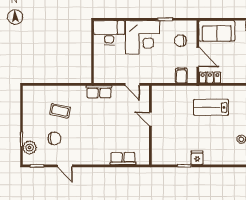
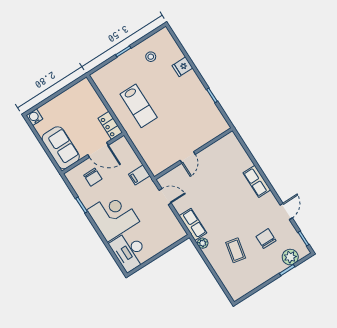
door: (198, 57) -> (98, 150), swing flipped
filing cabinet: (181, 76) -> (139, 175), moved
door: (132, 84) -> (165, 197), hinge flipped
plant: (81, 90) -> (203, 243), added
fridge: (197, 158) -> (182, 67), moved
row of seats: (123, 159) -> (257, 181), moved

